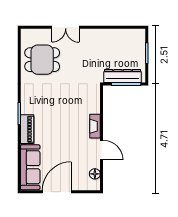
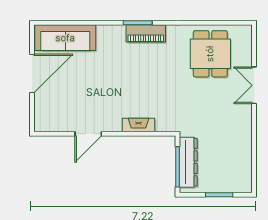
fireplace: (95, 126) -> (138, 125), moved
piano: (27, 129) -> (146, 33), moved
floor lamp: (95, 174) -> (56, 125), removed
door: (57, 192) -> (32, 73), hinge flipped

